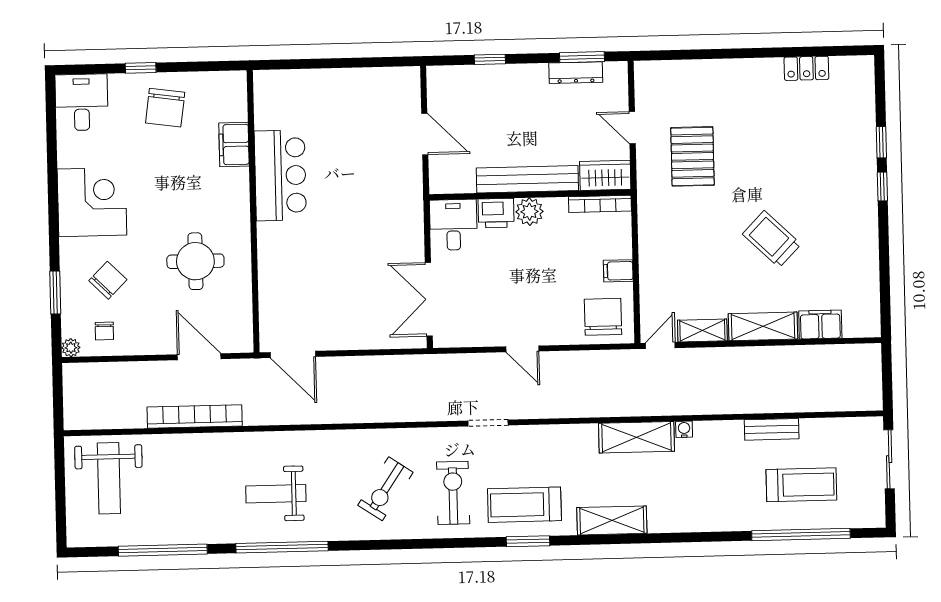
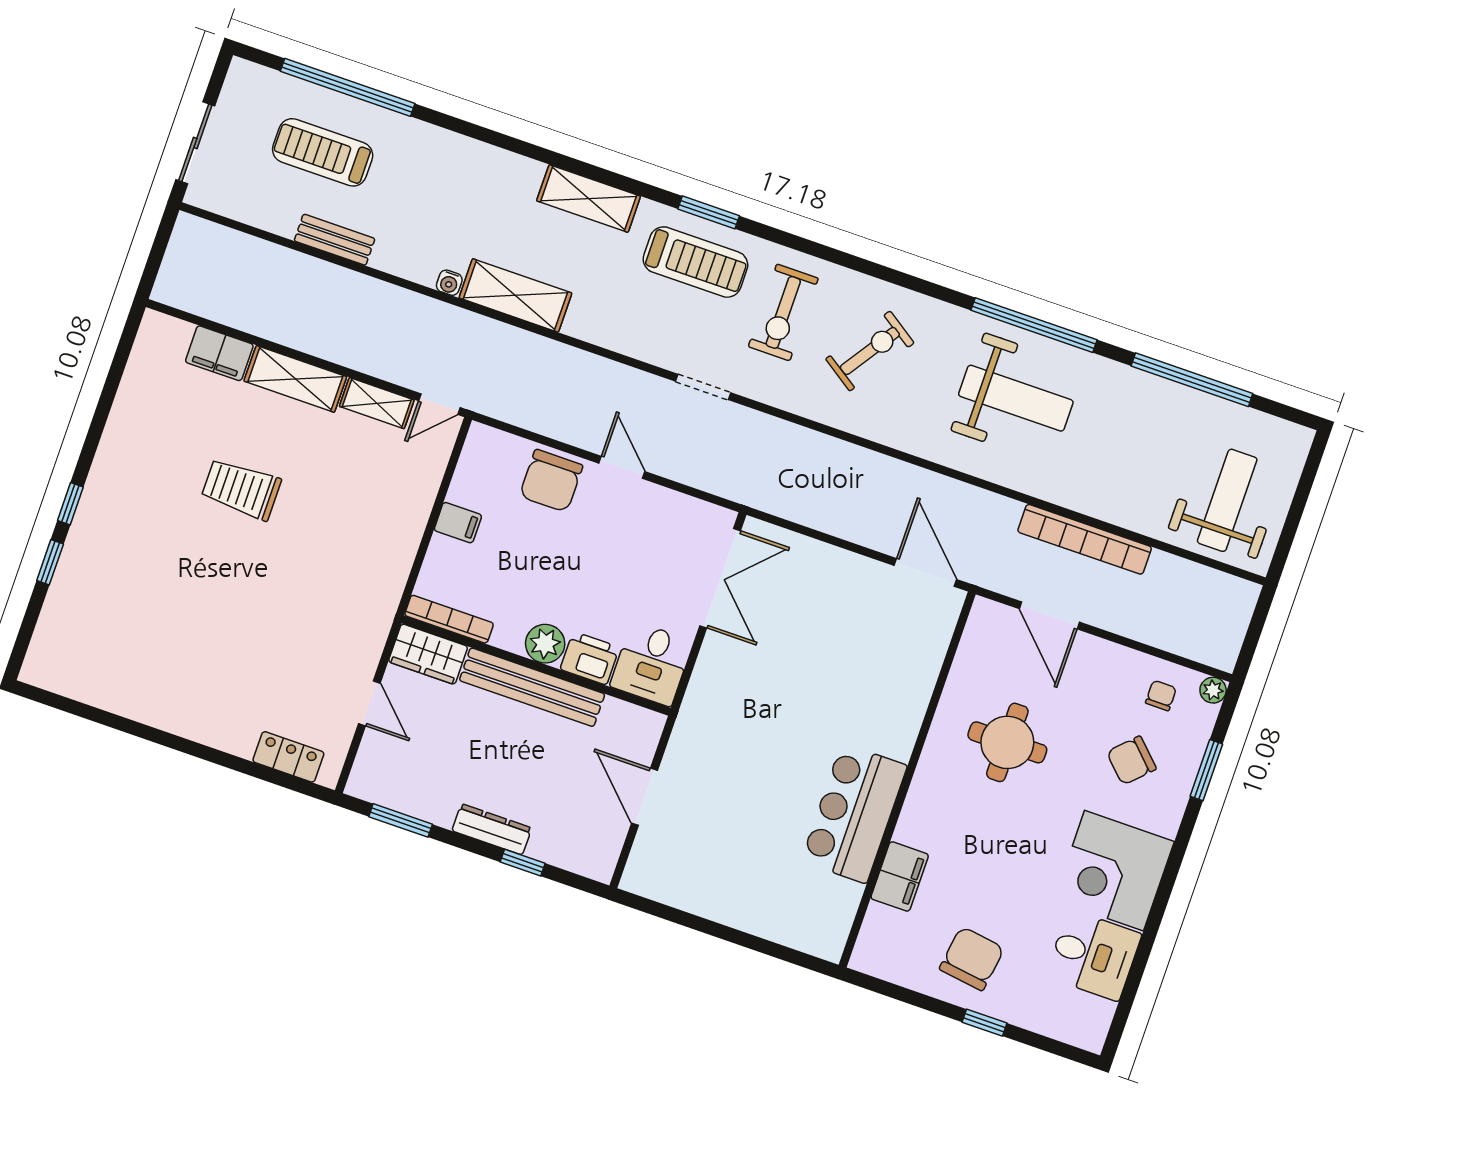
locker: (806, 68) -> (288, 757), moved
dresser: (576, 73) -> (492, 829), moved
desk: (82, 102) -> (1093, 955), moved, turned -90
pallet: (692, 156) -> (305, 636), removed
trolley: (772, 239) -> (241, 489), turned 136
chair: (603, 317) -> (551, 481), moved
weight bench: (276, 494) -> (1016, 398), width x1.36, depth x1.33

